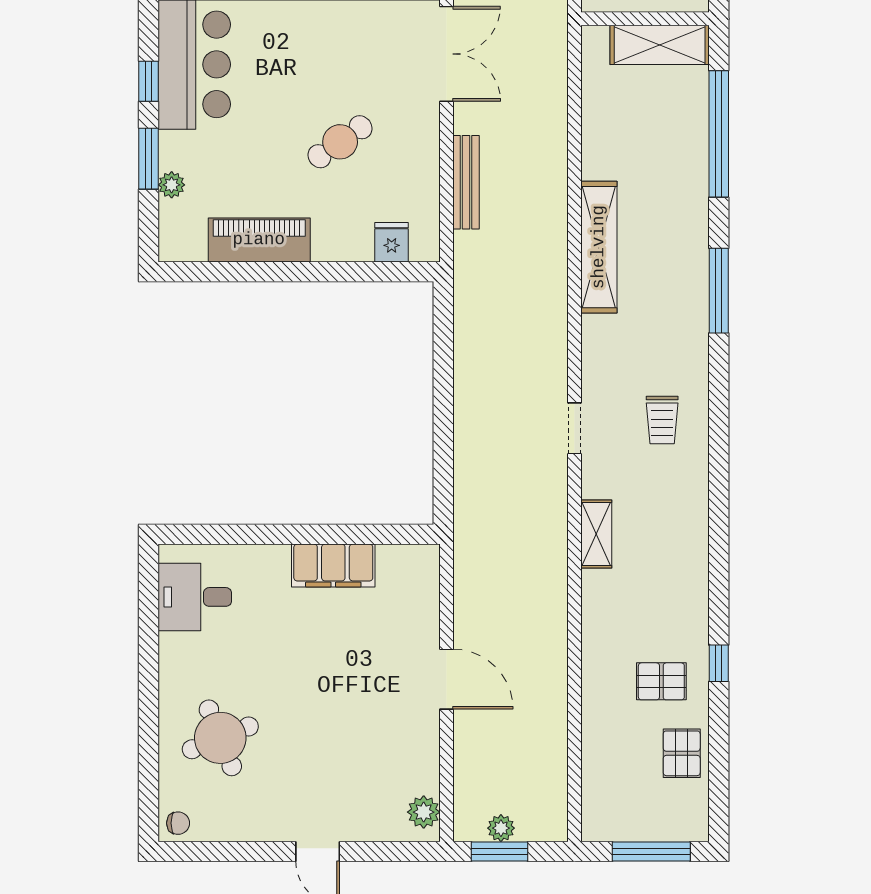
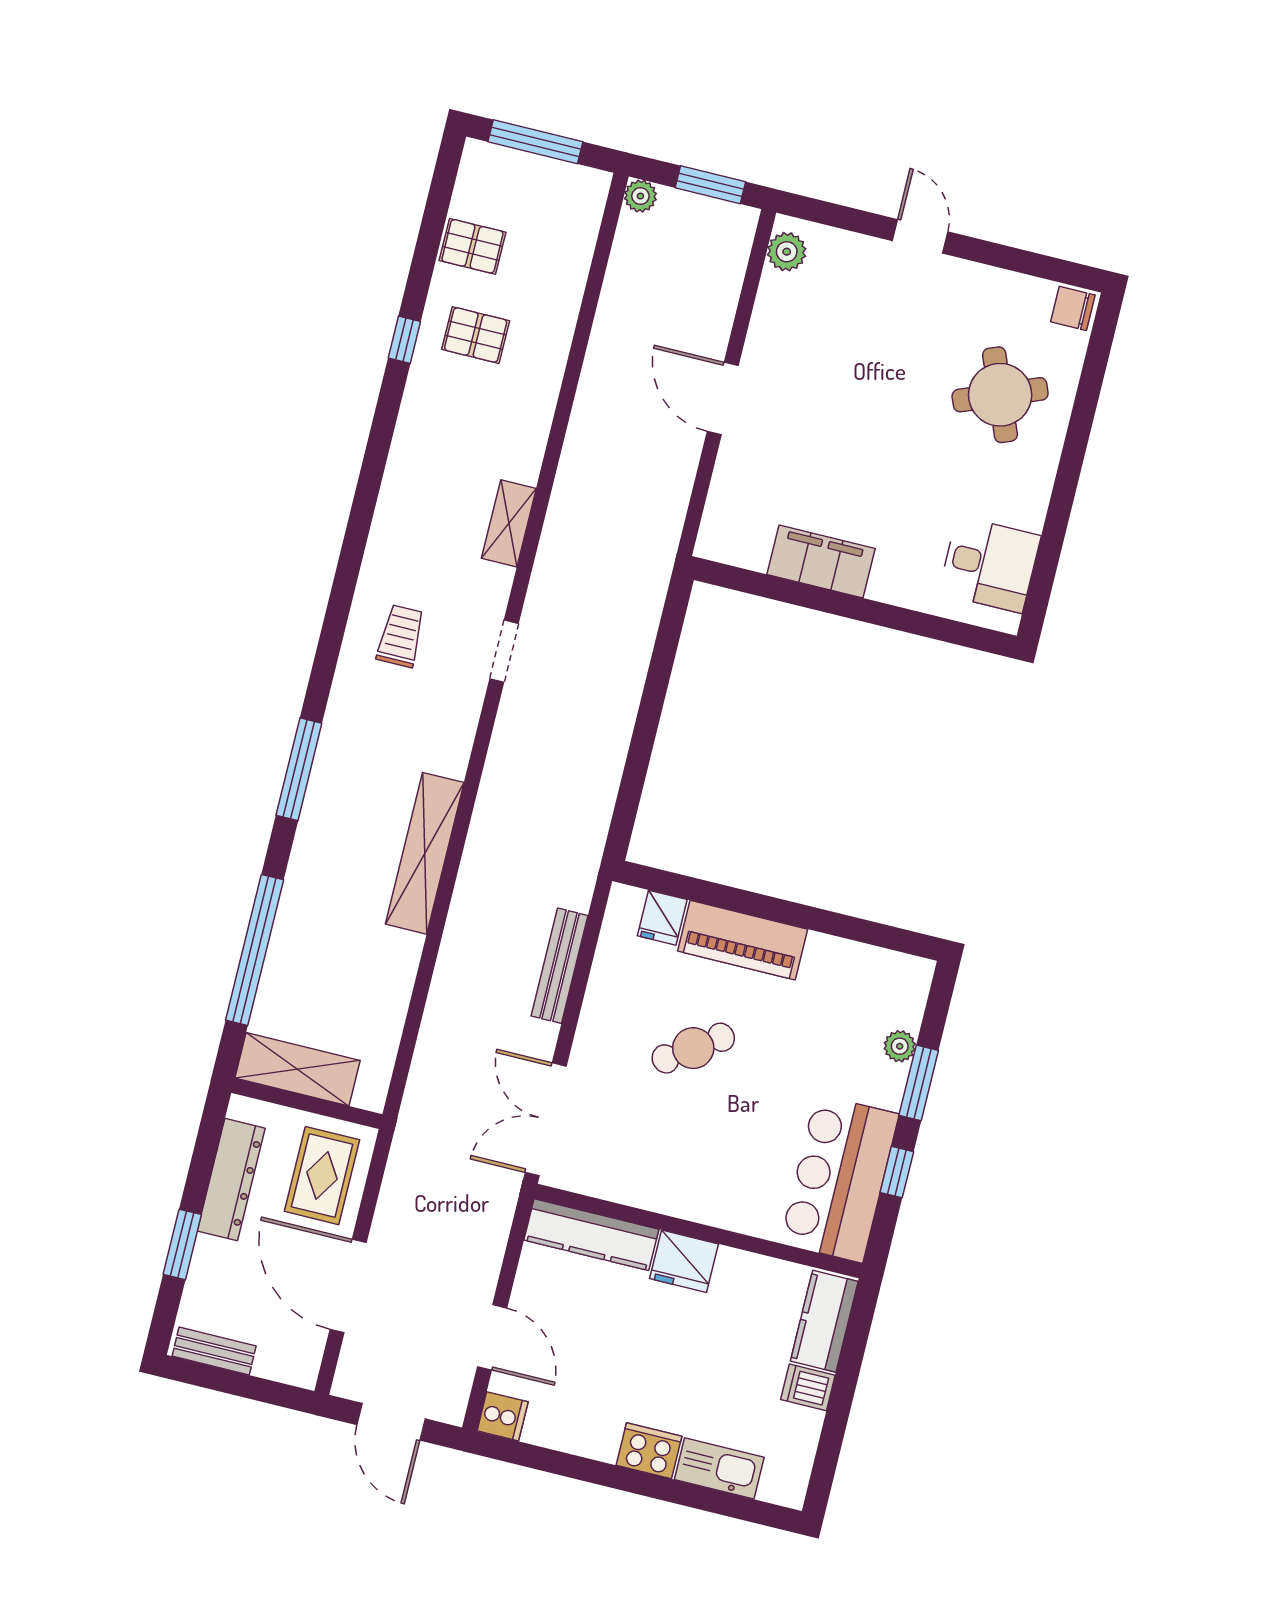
piano: (259, 240) -> (743, 940), moved
pallet: (682, 753) -> (473, 246), turned 90
chair: (178, 823) -> (1073, 308), width x1.37, depth x1.37
plant: (501, 828) -> (640, 196), moved

